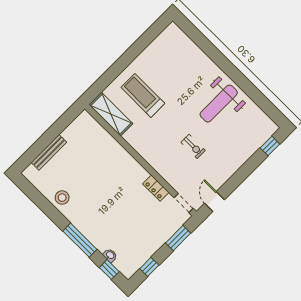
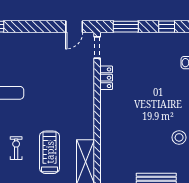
treadmill: (143, 95) -> (50, 152), turned 180
exercise bike: (193, 146) -> (16, 148), moved

